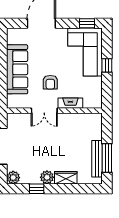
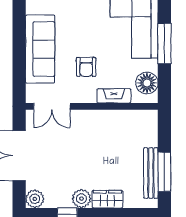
window: (107, 65) -> (164, 44), width x2.17
floor lamp: (94, 94) -> (147, 83), added
double door: (44, 111) -> (52, 106), moved

